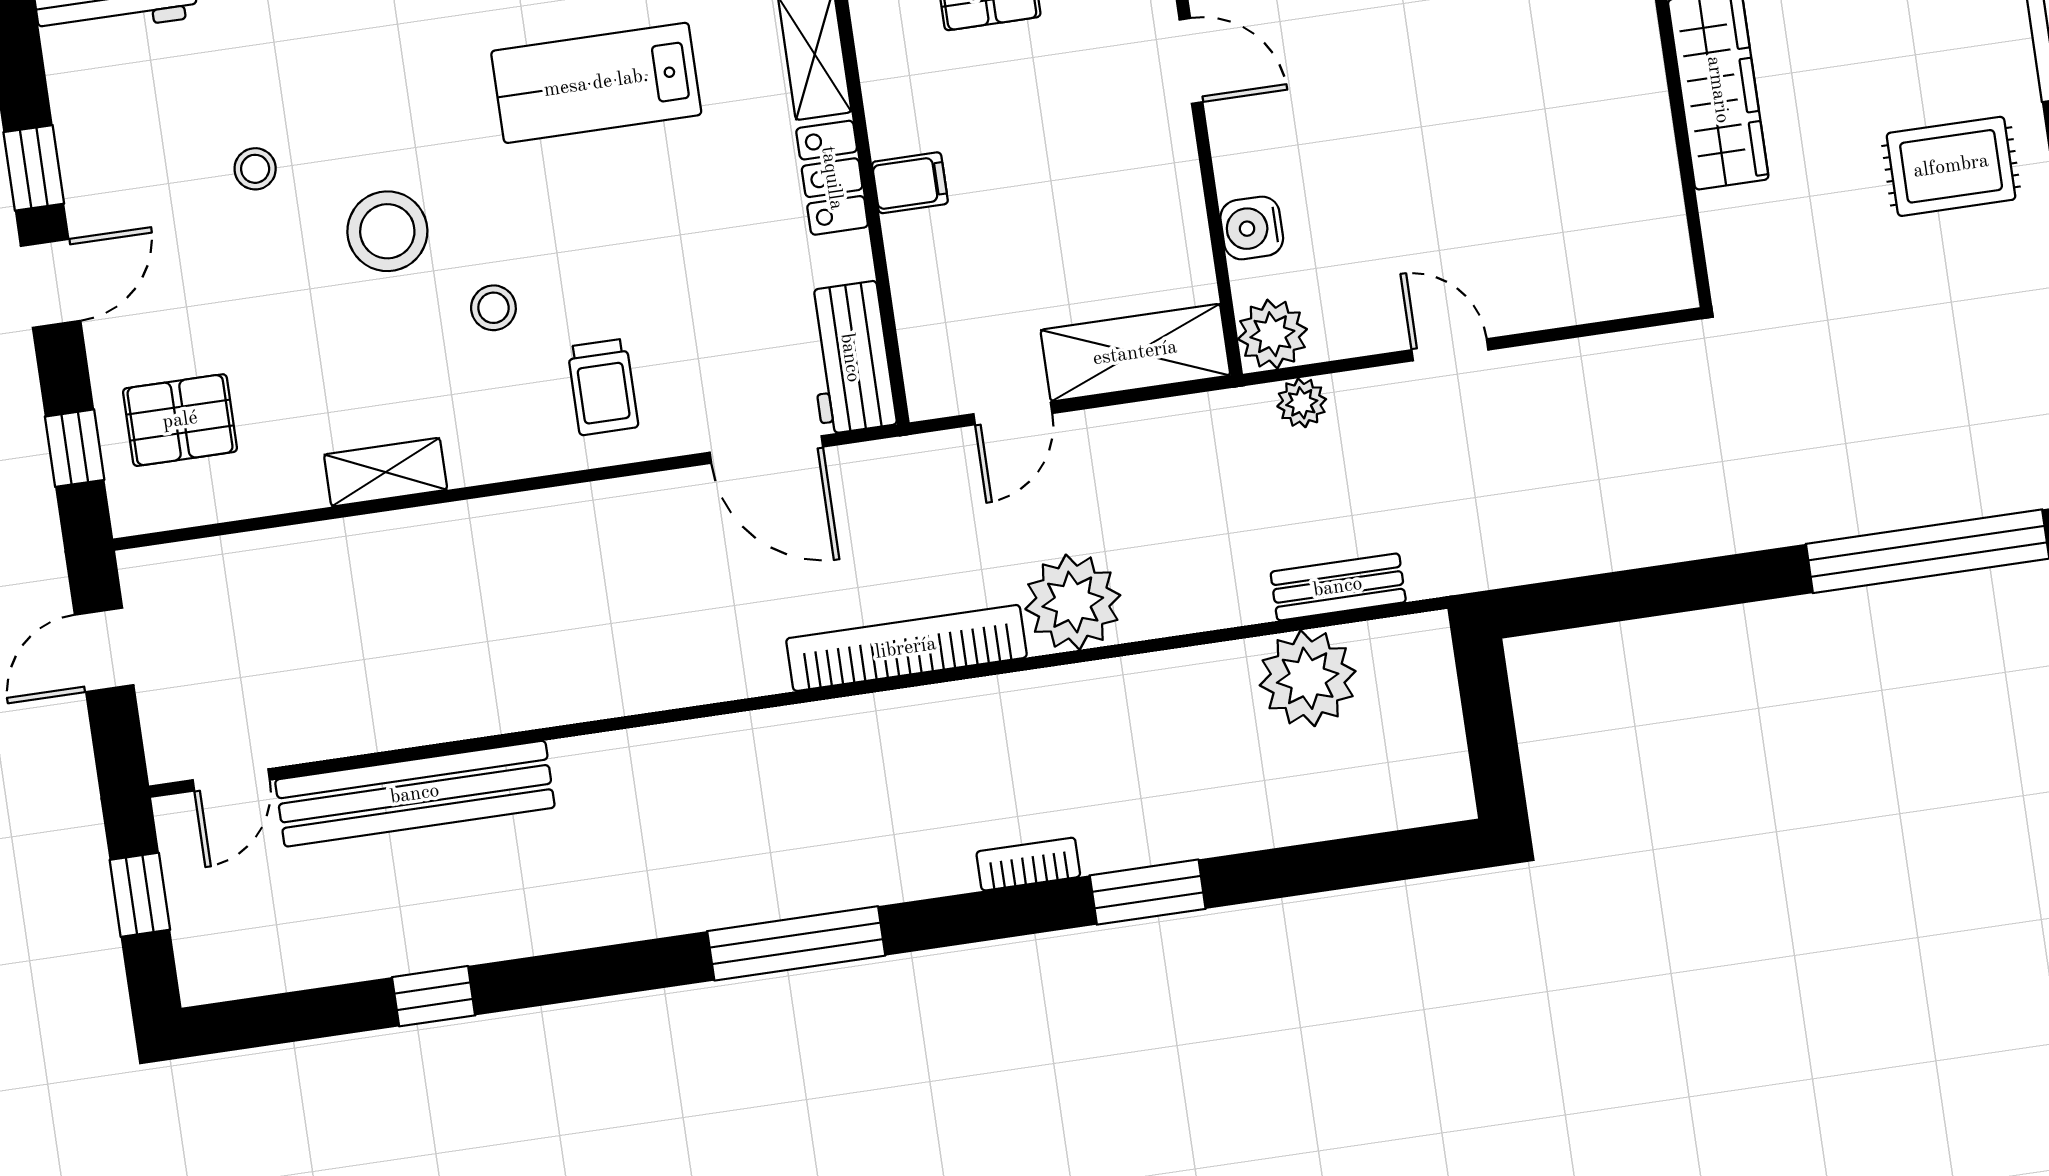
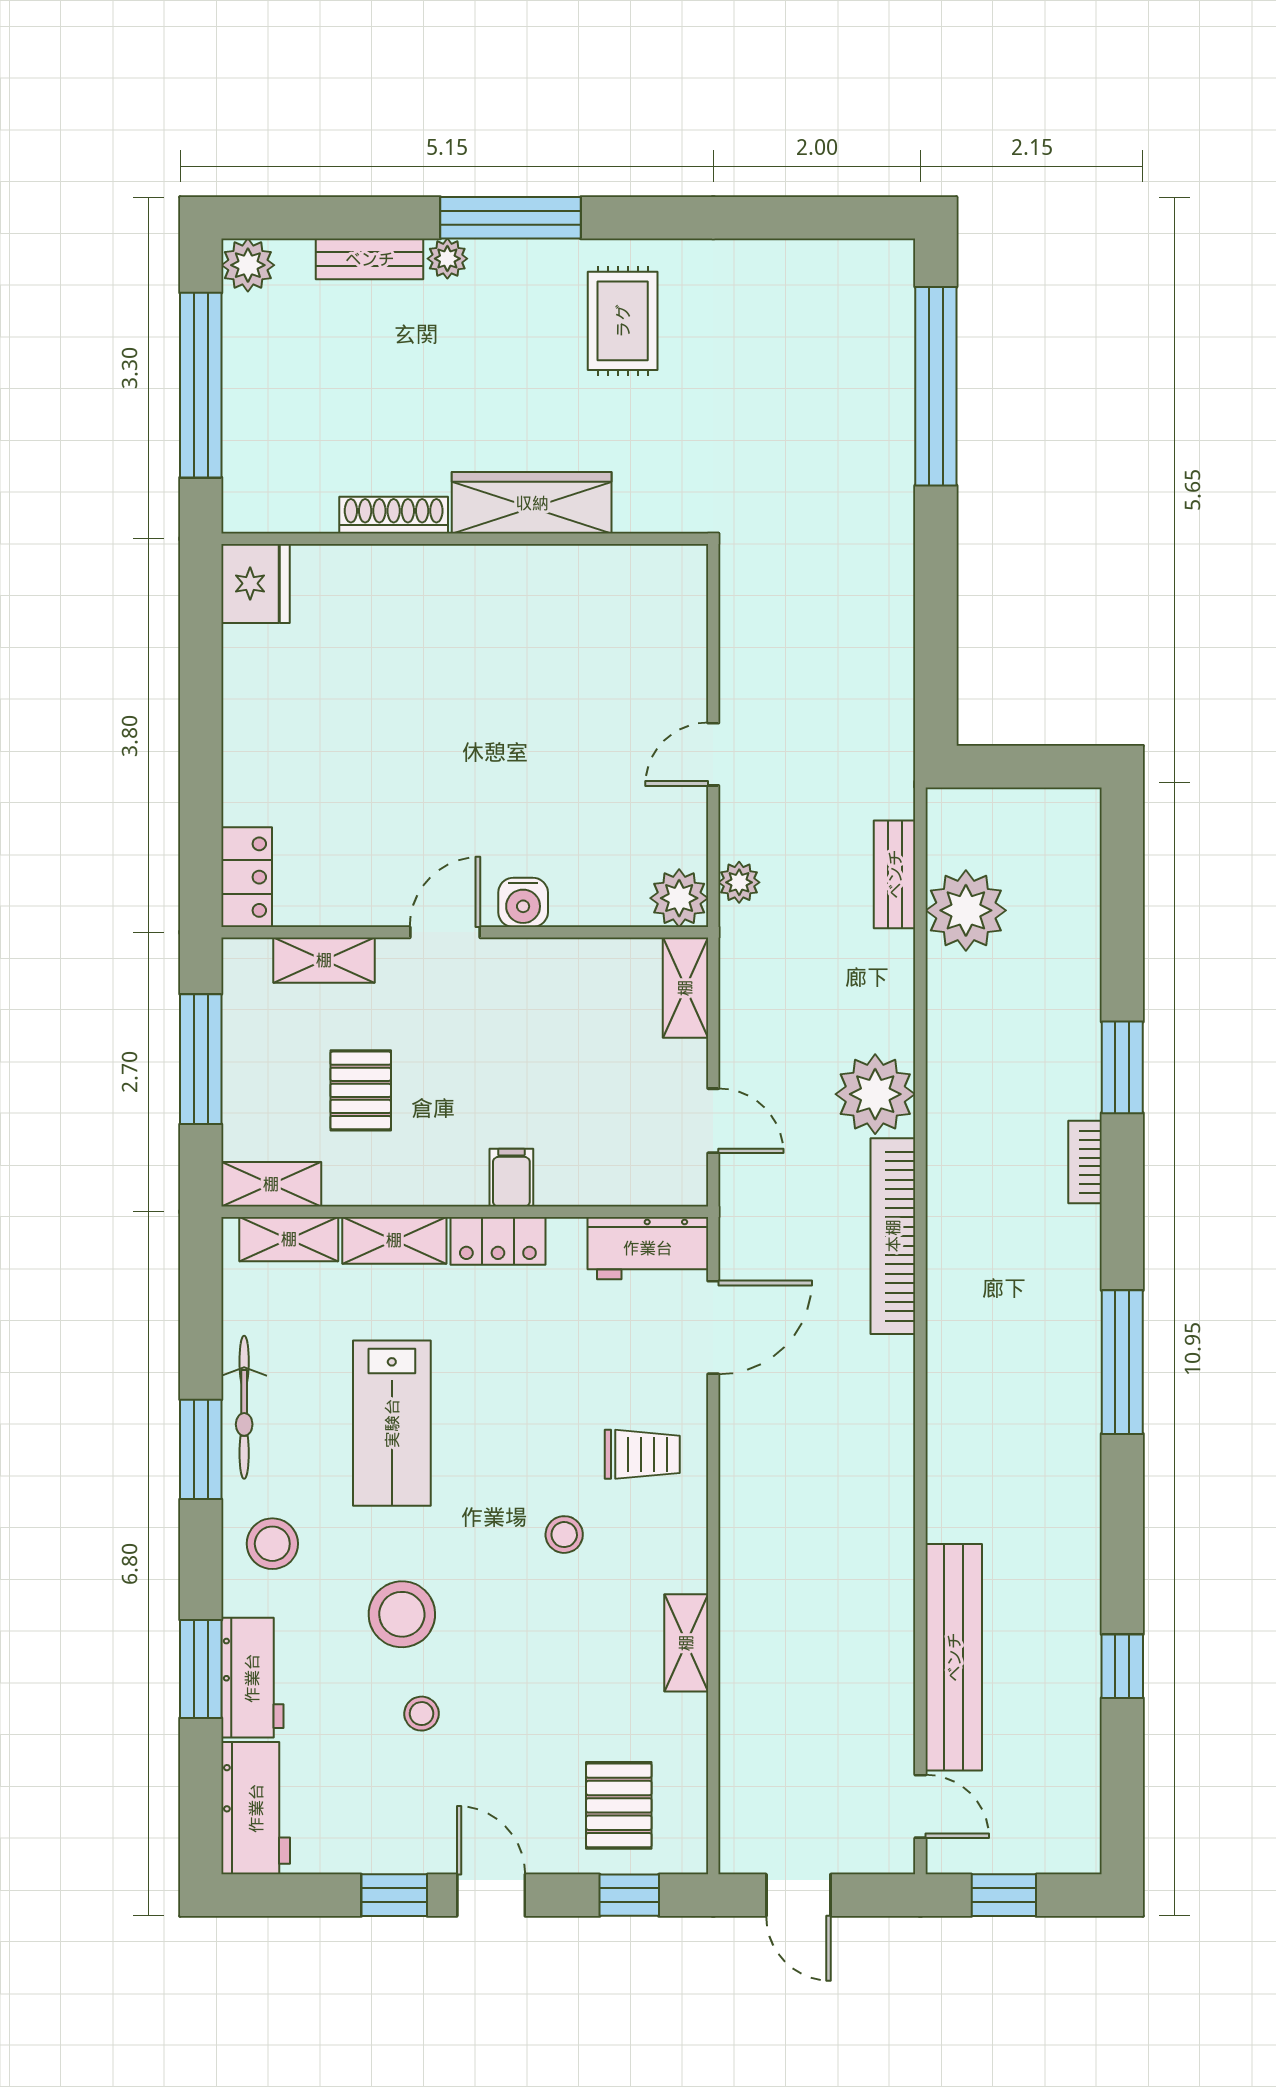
water cooler: (1252, 228) -> (523, 902), moved
stool: (387, 231) -> (402, 1614), moved
shelving: (1135, 353) -> (685, 988), width x0.67, depth x0.75

